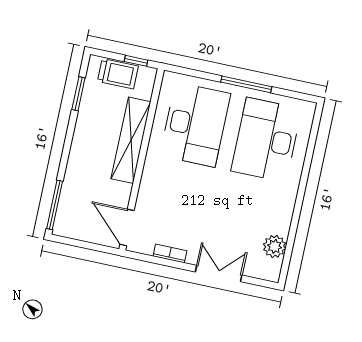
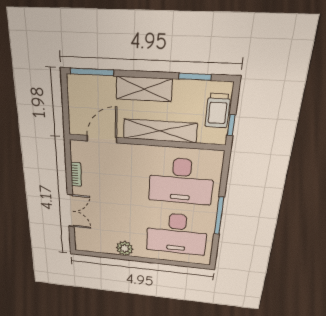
desk: (266, 140) -> (177, 234), turned 180
shelving: (82, 151) -> (144, 89), added
door: (127, 228) -> (102, 139), moved
plant: (275, 246) -> (125, 248), moved

